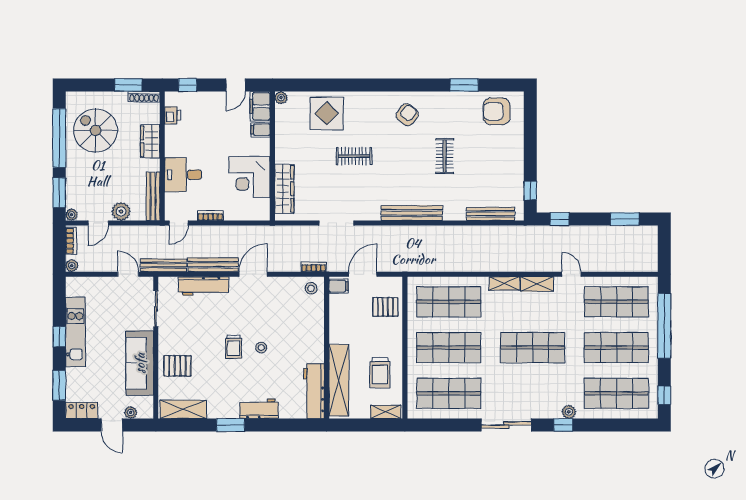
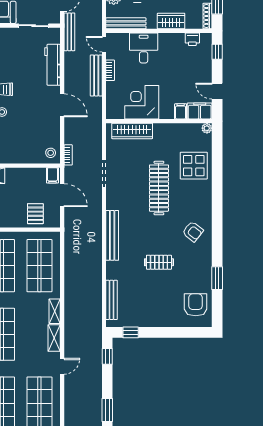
clothes rail: (354, 156) -> (159, 188), width x1.86, depth x1.31
bench: (213, 265) -> (96, 75), moved

